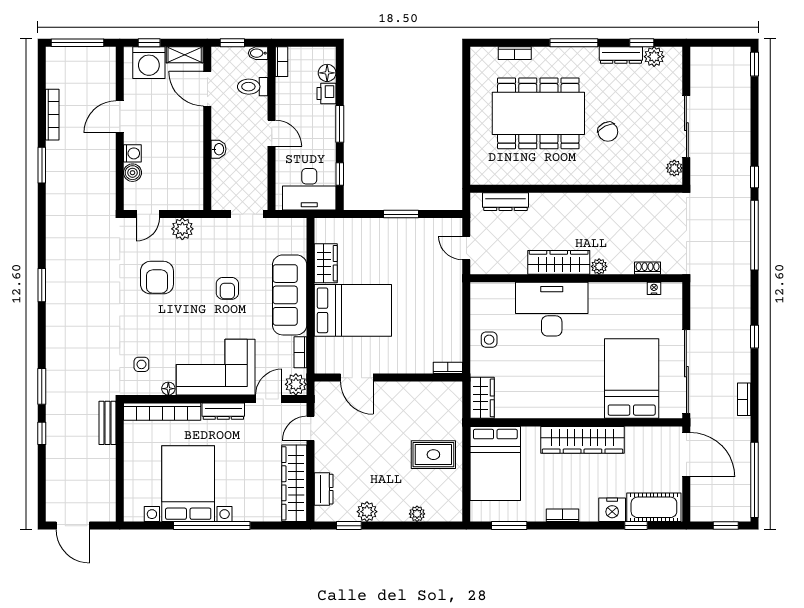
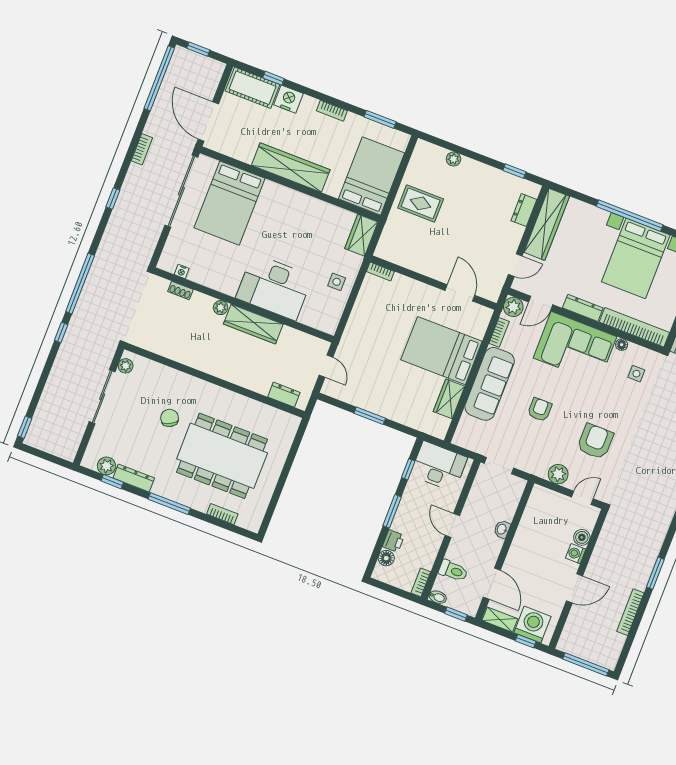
dresser: (506, 202) -> (284, 395), width x0.70
plant: (367, 512) -> (495, 177), removed

